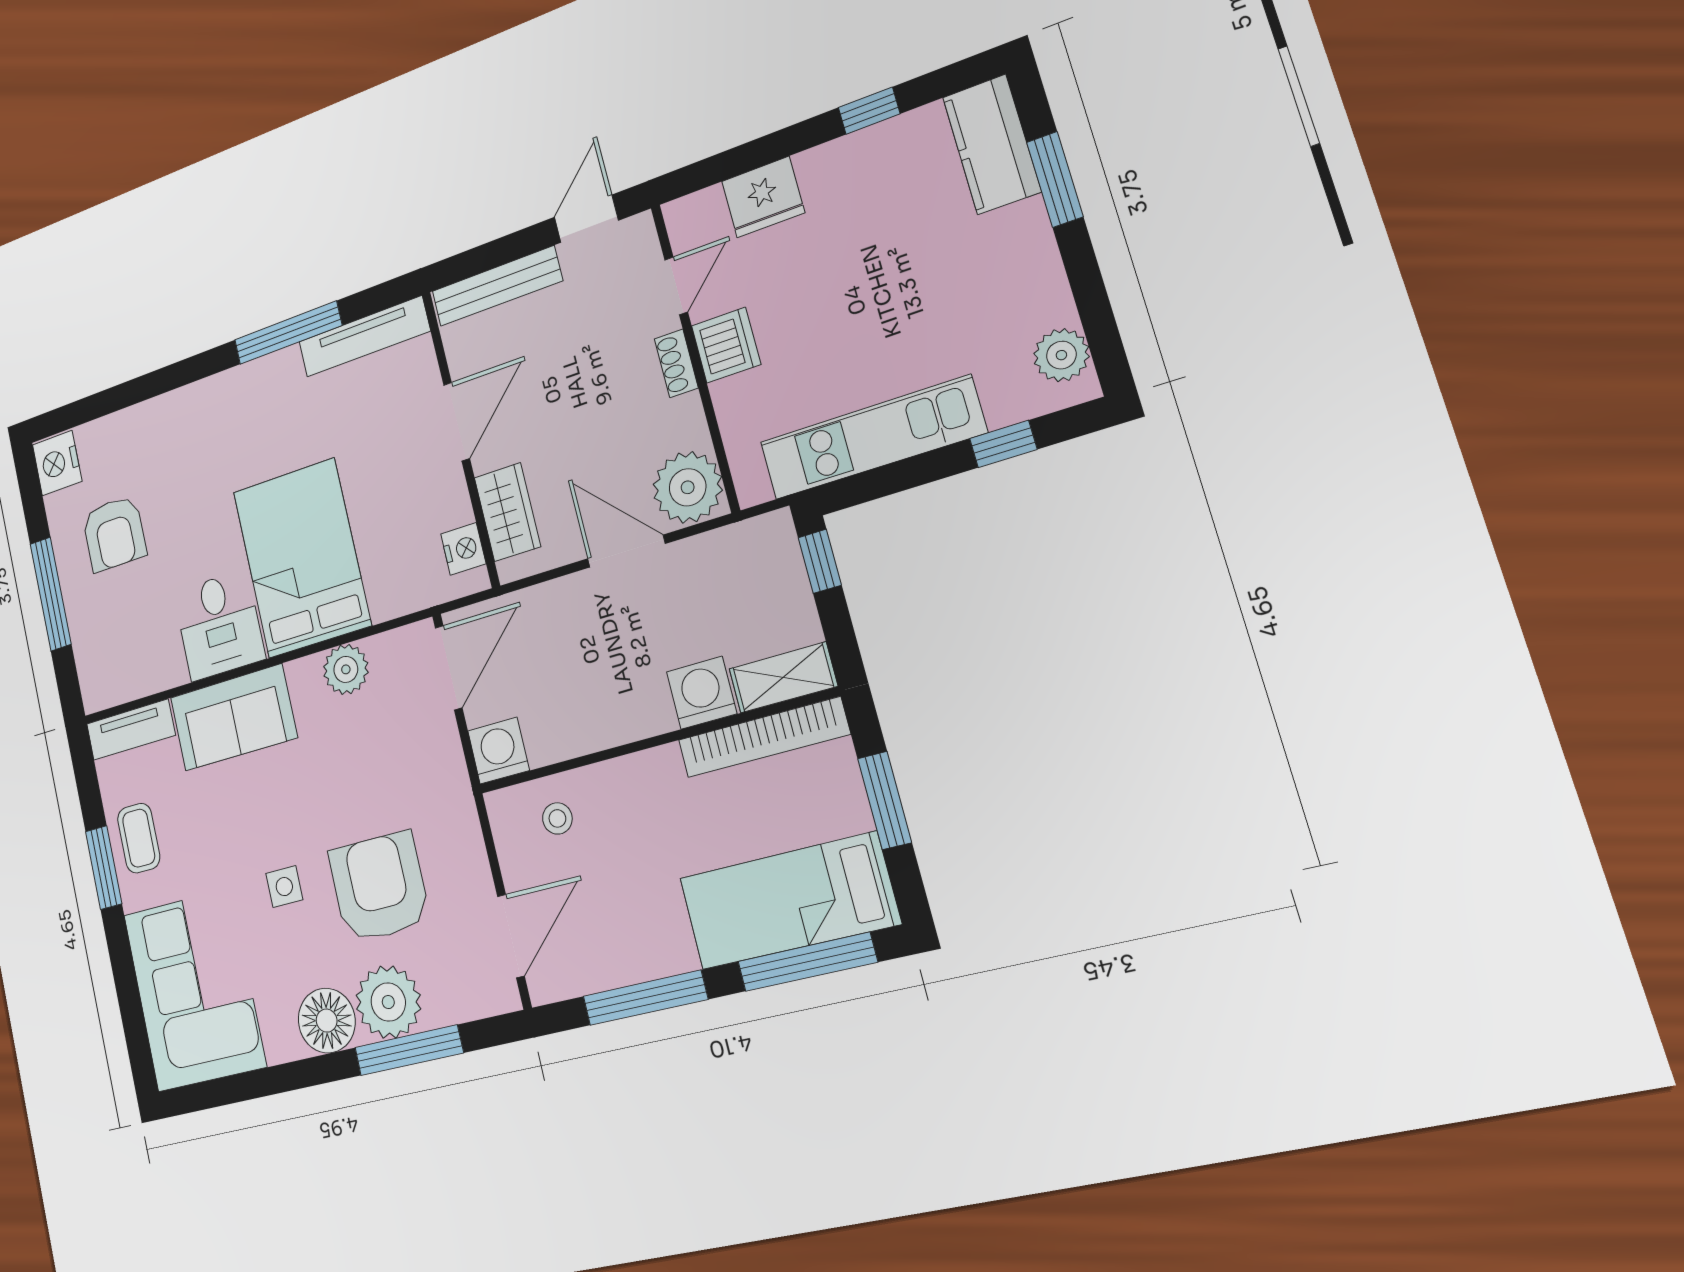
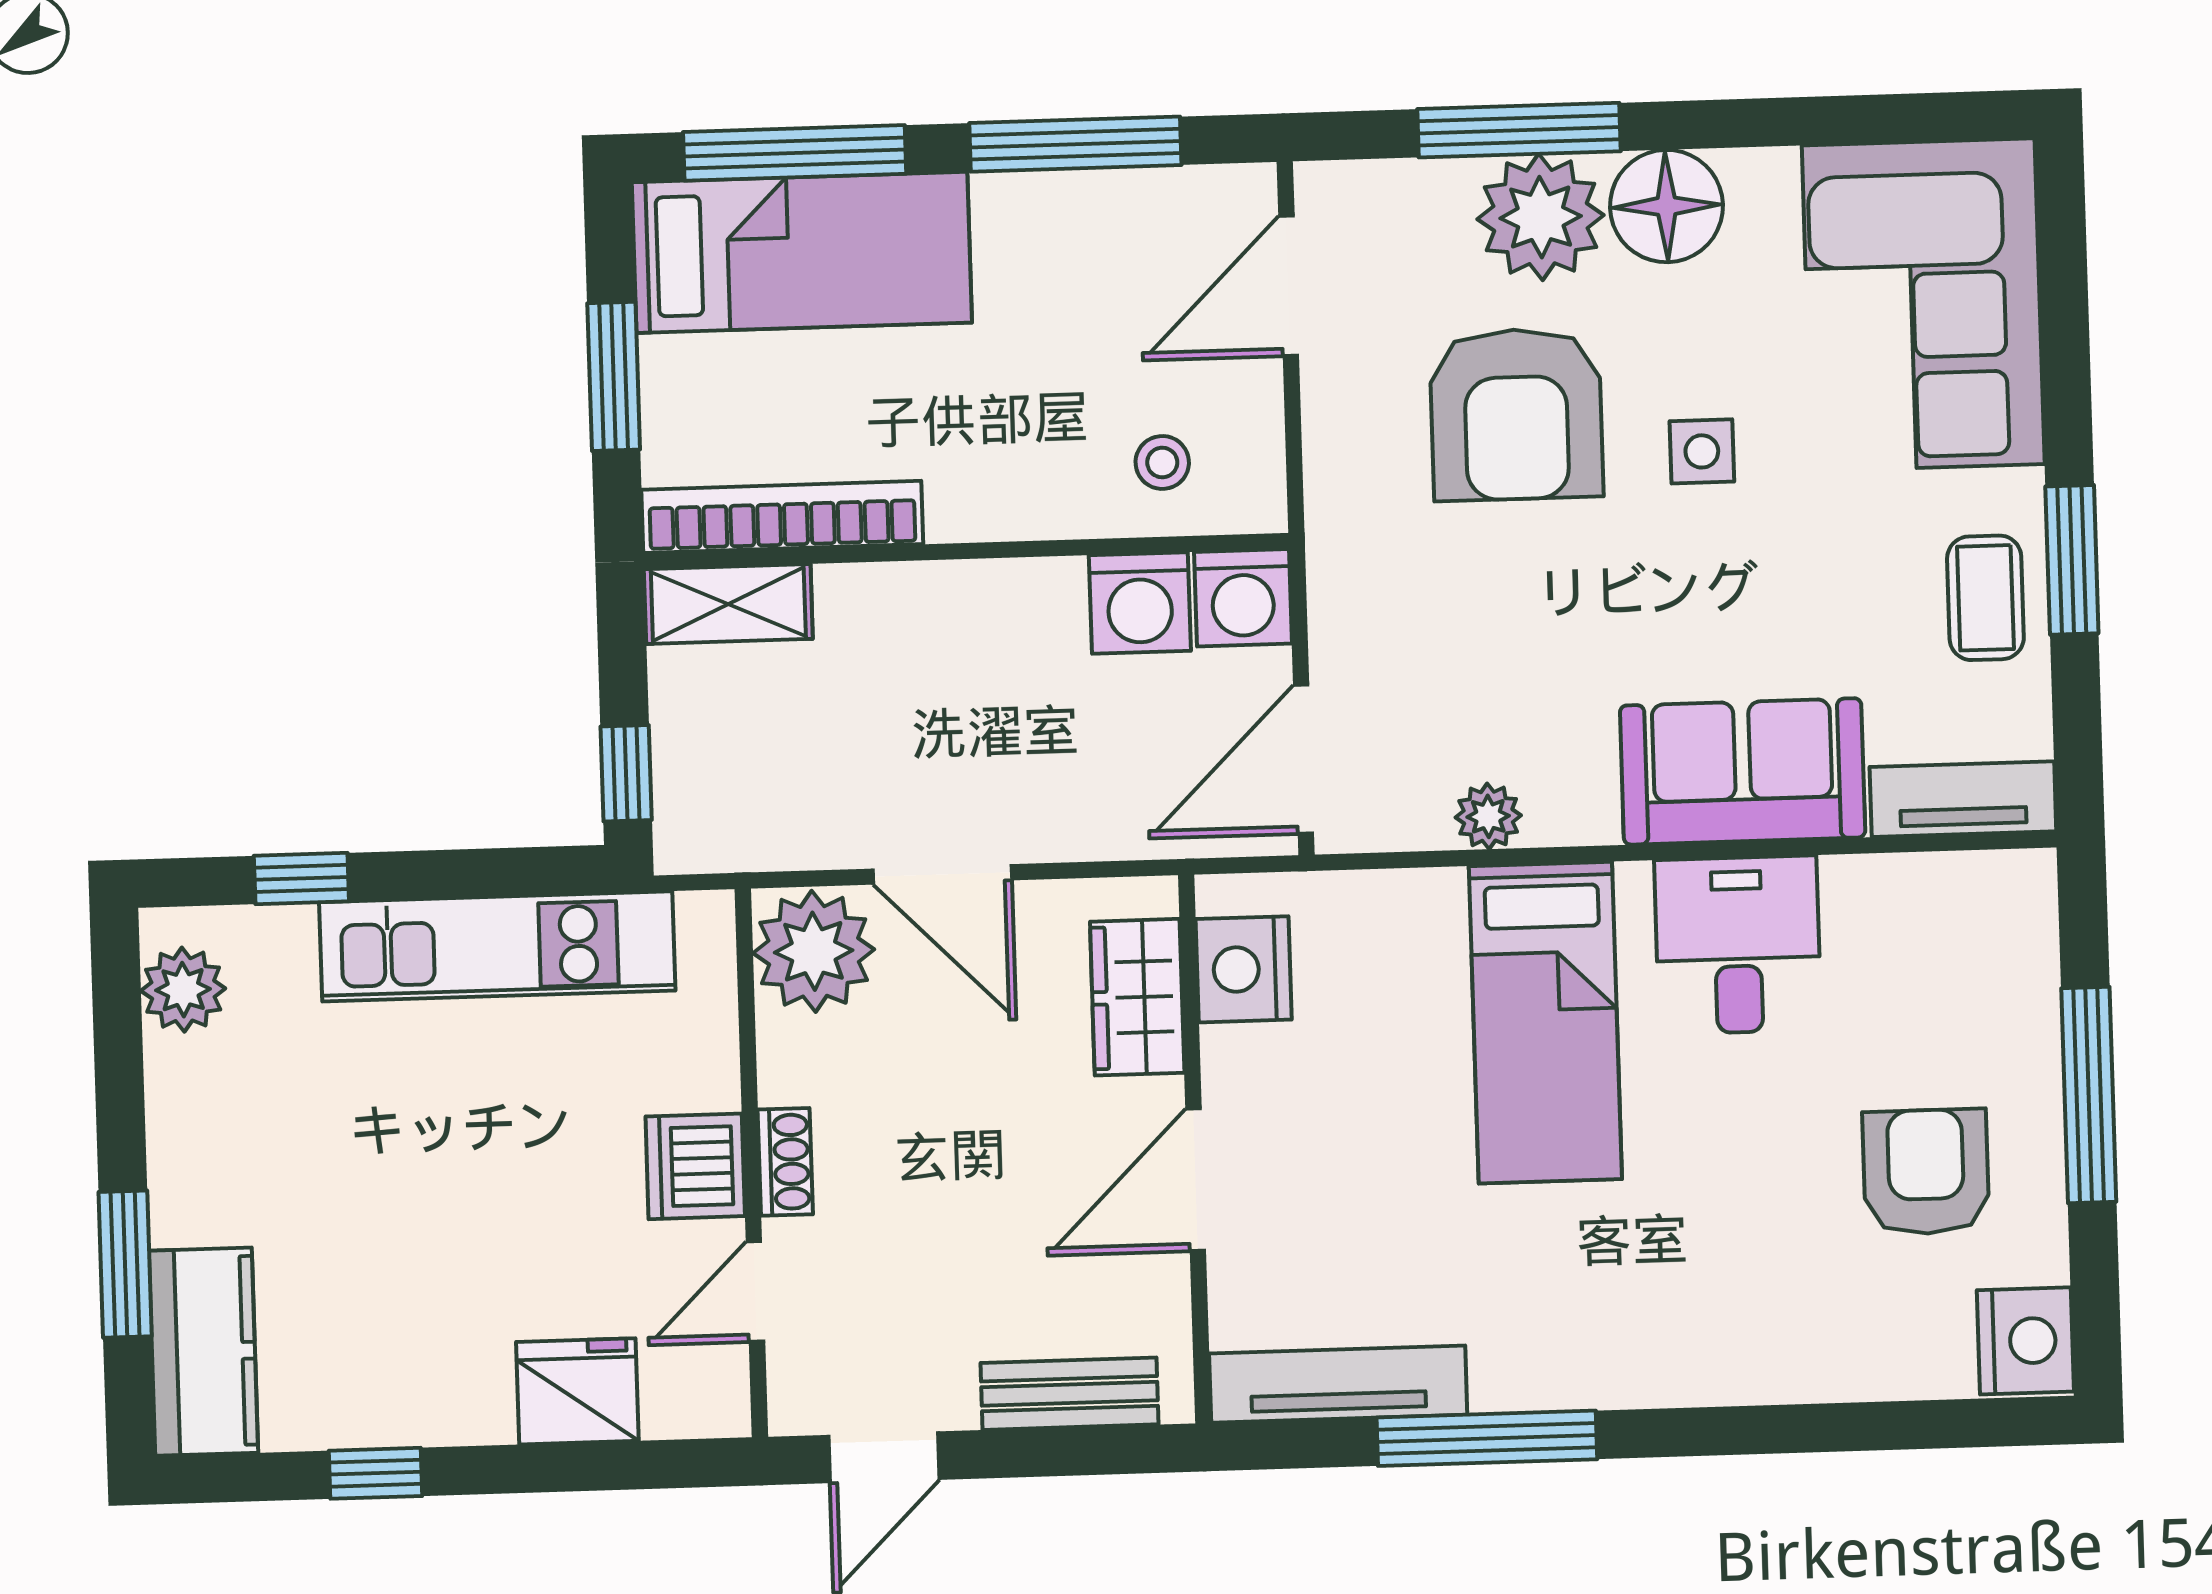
bench: (497, 286) -> (1069, 1394), width x0.73
nightstand: (463, 549) -> (1244, 969), width x1.36, depth x1.33
bed: (302, 558) -> (1545, 1023), width x0.67
plant: (346, 669) -> (1488, 816), width x0.73, depth x0.73
washing machine: (702, 693) -> (1140, 603), moved

